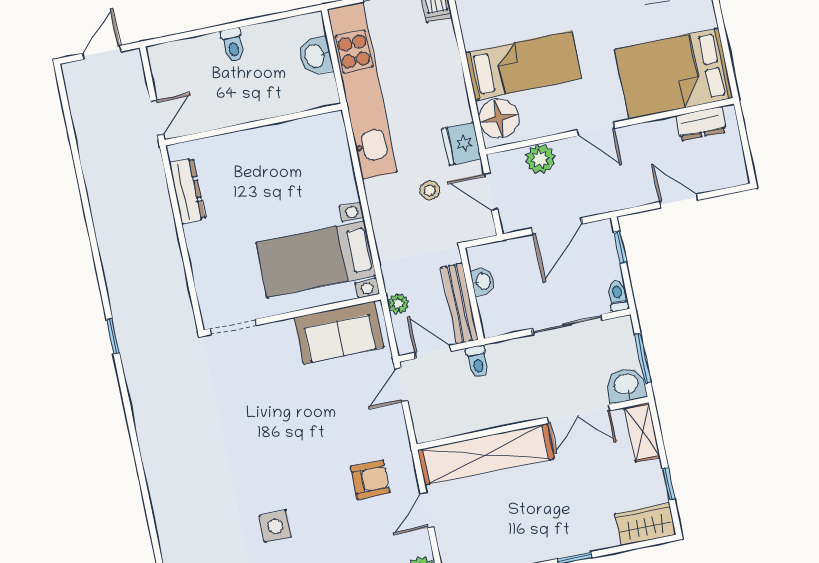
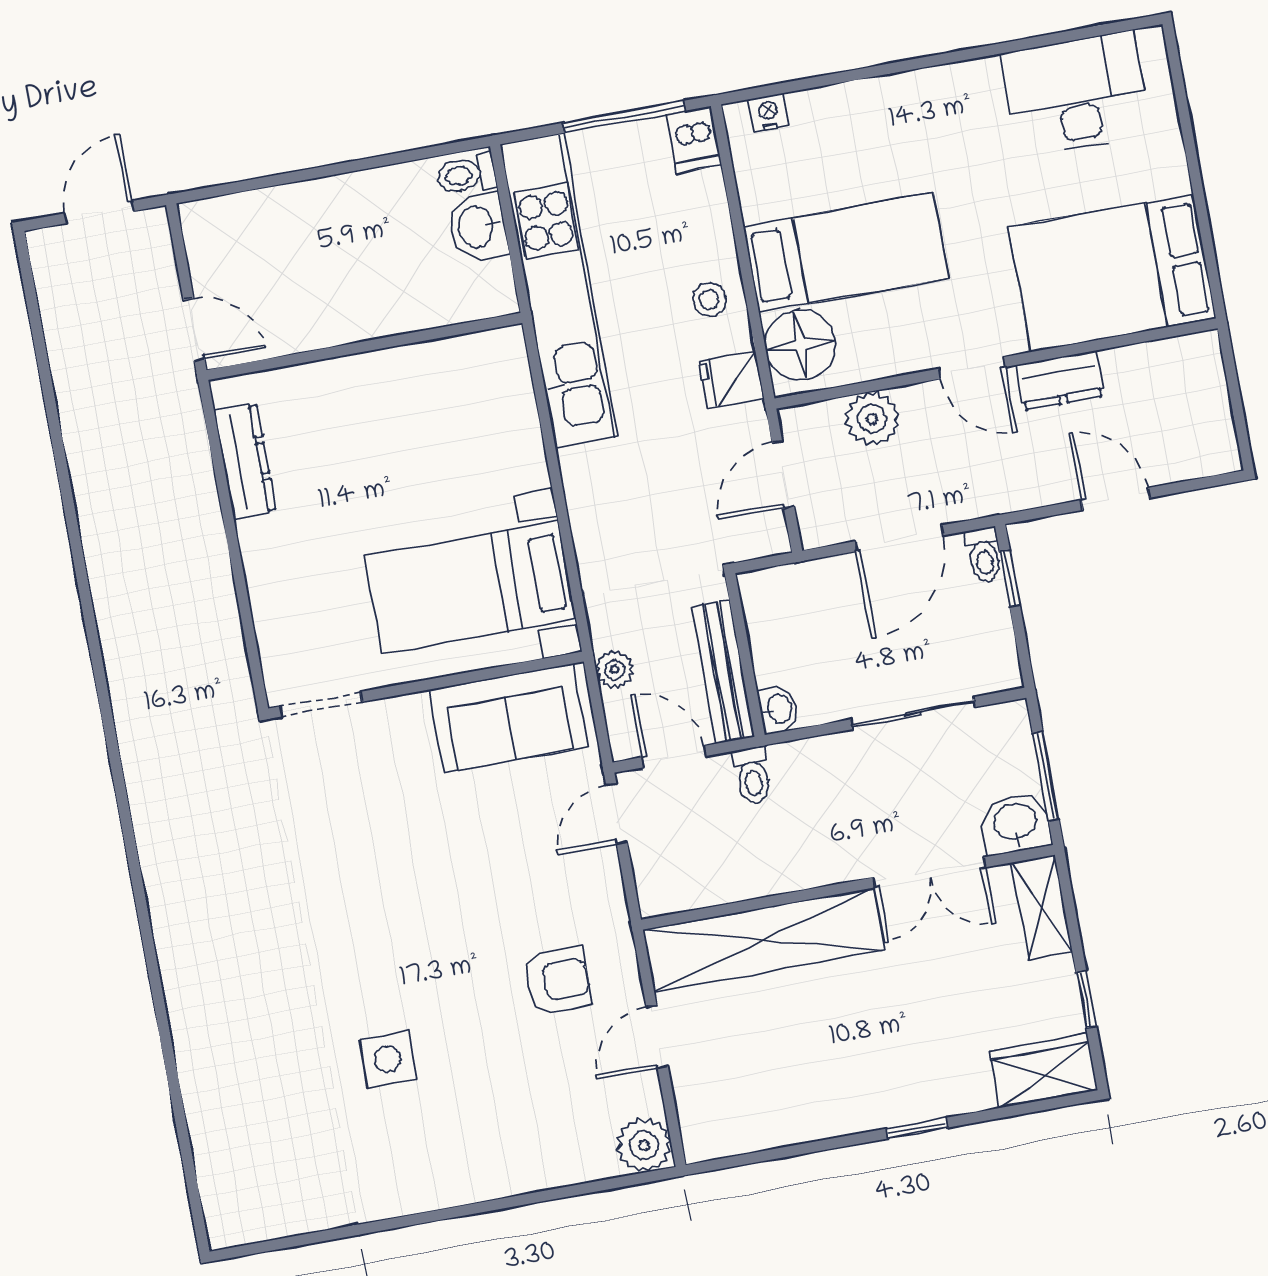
toilet: (233, 45) -> (466, 174), moved, turned 90
door: (157, 117) -> (194, 330), hinge flipped
dresser: (701, 124) -> (1060, 381), moved
fridge: (462, 144) -> (731, 379), width x0.72
stool: (430, 190) -> (709, 299), moved
door: (491, 192) -> (783, 474), hinge flipped
washbasin: (483, 281) -> (779, 709), moved
toilet: (618, 296) -> (984, 555), moved, turned 180
window: (113, 336) -> (107, 716), removed

